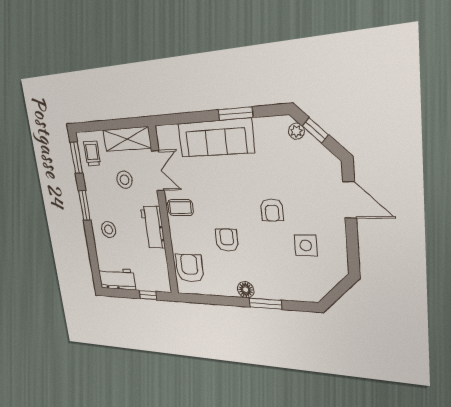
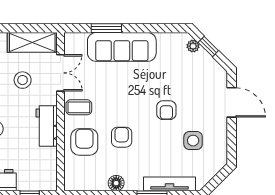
window: (235, 114) -> (106, 28), moved
armchair: (190, 268) -> (84, 142), moved
floor lamp: (246, 290) -> (116, 183), moved
tv unit: (283, 293) -> (170, 184), added

